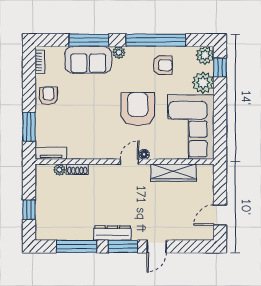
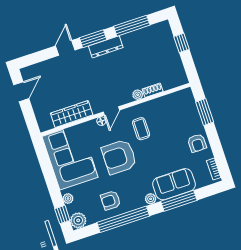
plant: (203, 83) -> (68, 199), width x0.53, depth x0.53
armchair: (138, 109) -> (119, 157), turned 90
coffee table: (104, 132) -> (141, 129), added
tv unit: (51, 153) -> (179, 96), removed
plant: (59, 170) -> (138, 95), moved

